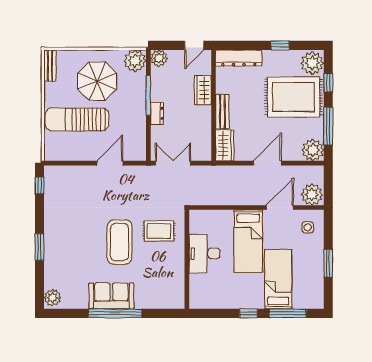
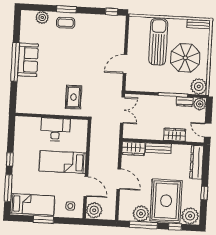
dresser: (157, 113) -> (185, 102), moved
plant: (313, 150) -> (141, 214), moved
door: (110, 163) -> (125, 64), swing flipped
coffee table: (119, 242) -> (66, 23), moved, width x0.54, depth x0.58
bed: (278, 279) -> (32, 204), moved
plant: (53, 298) -> (42, 17), moved

